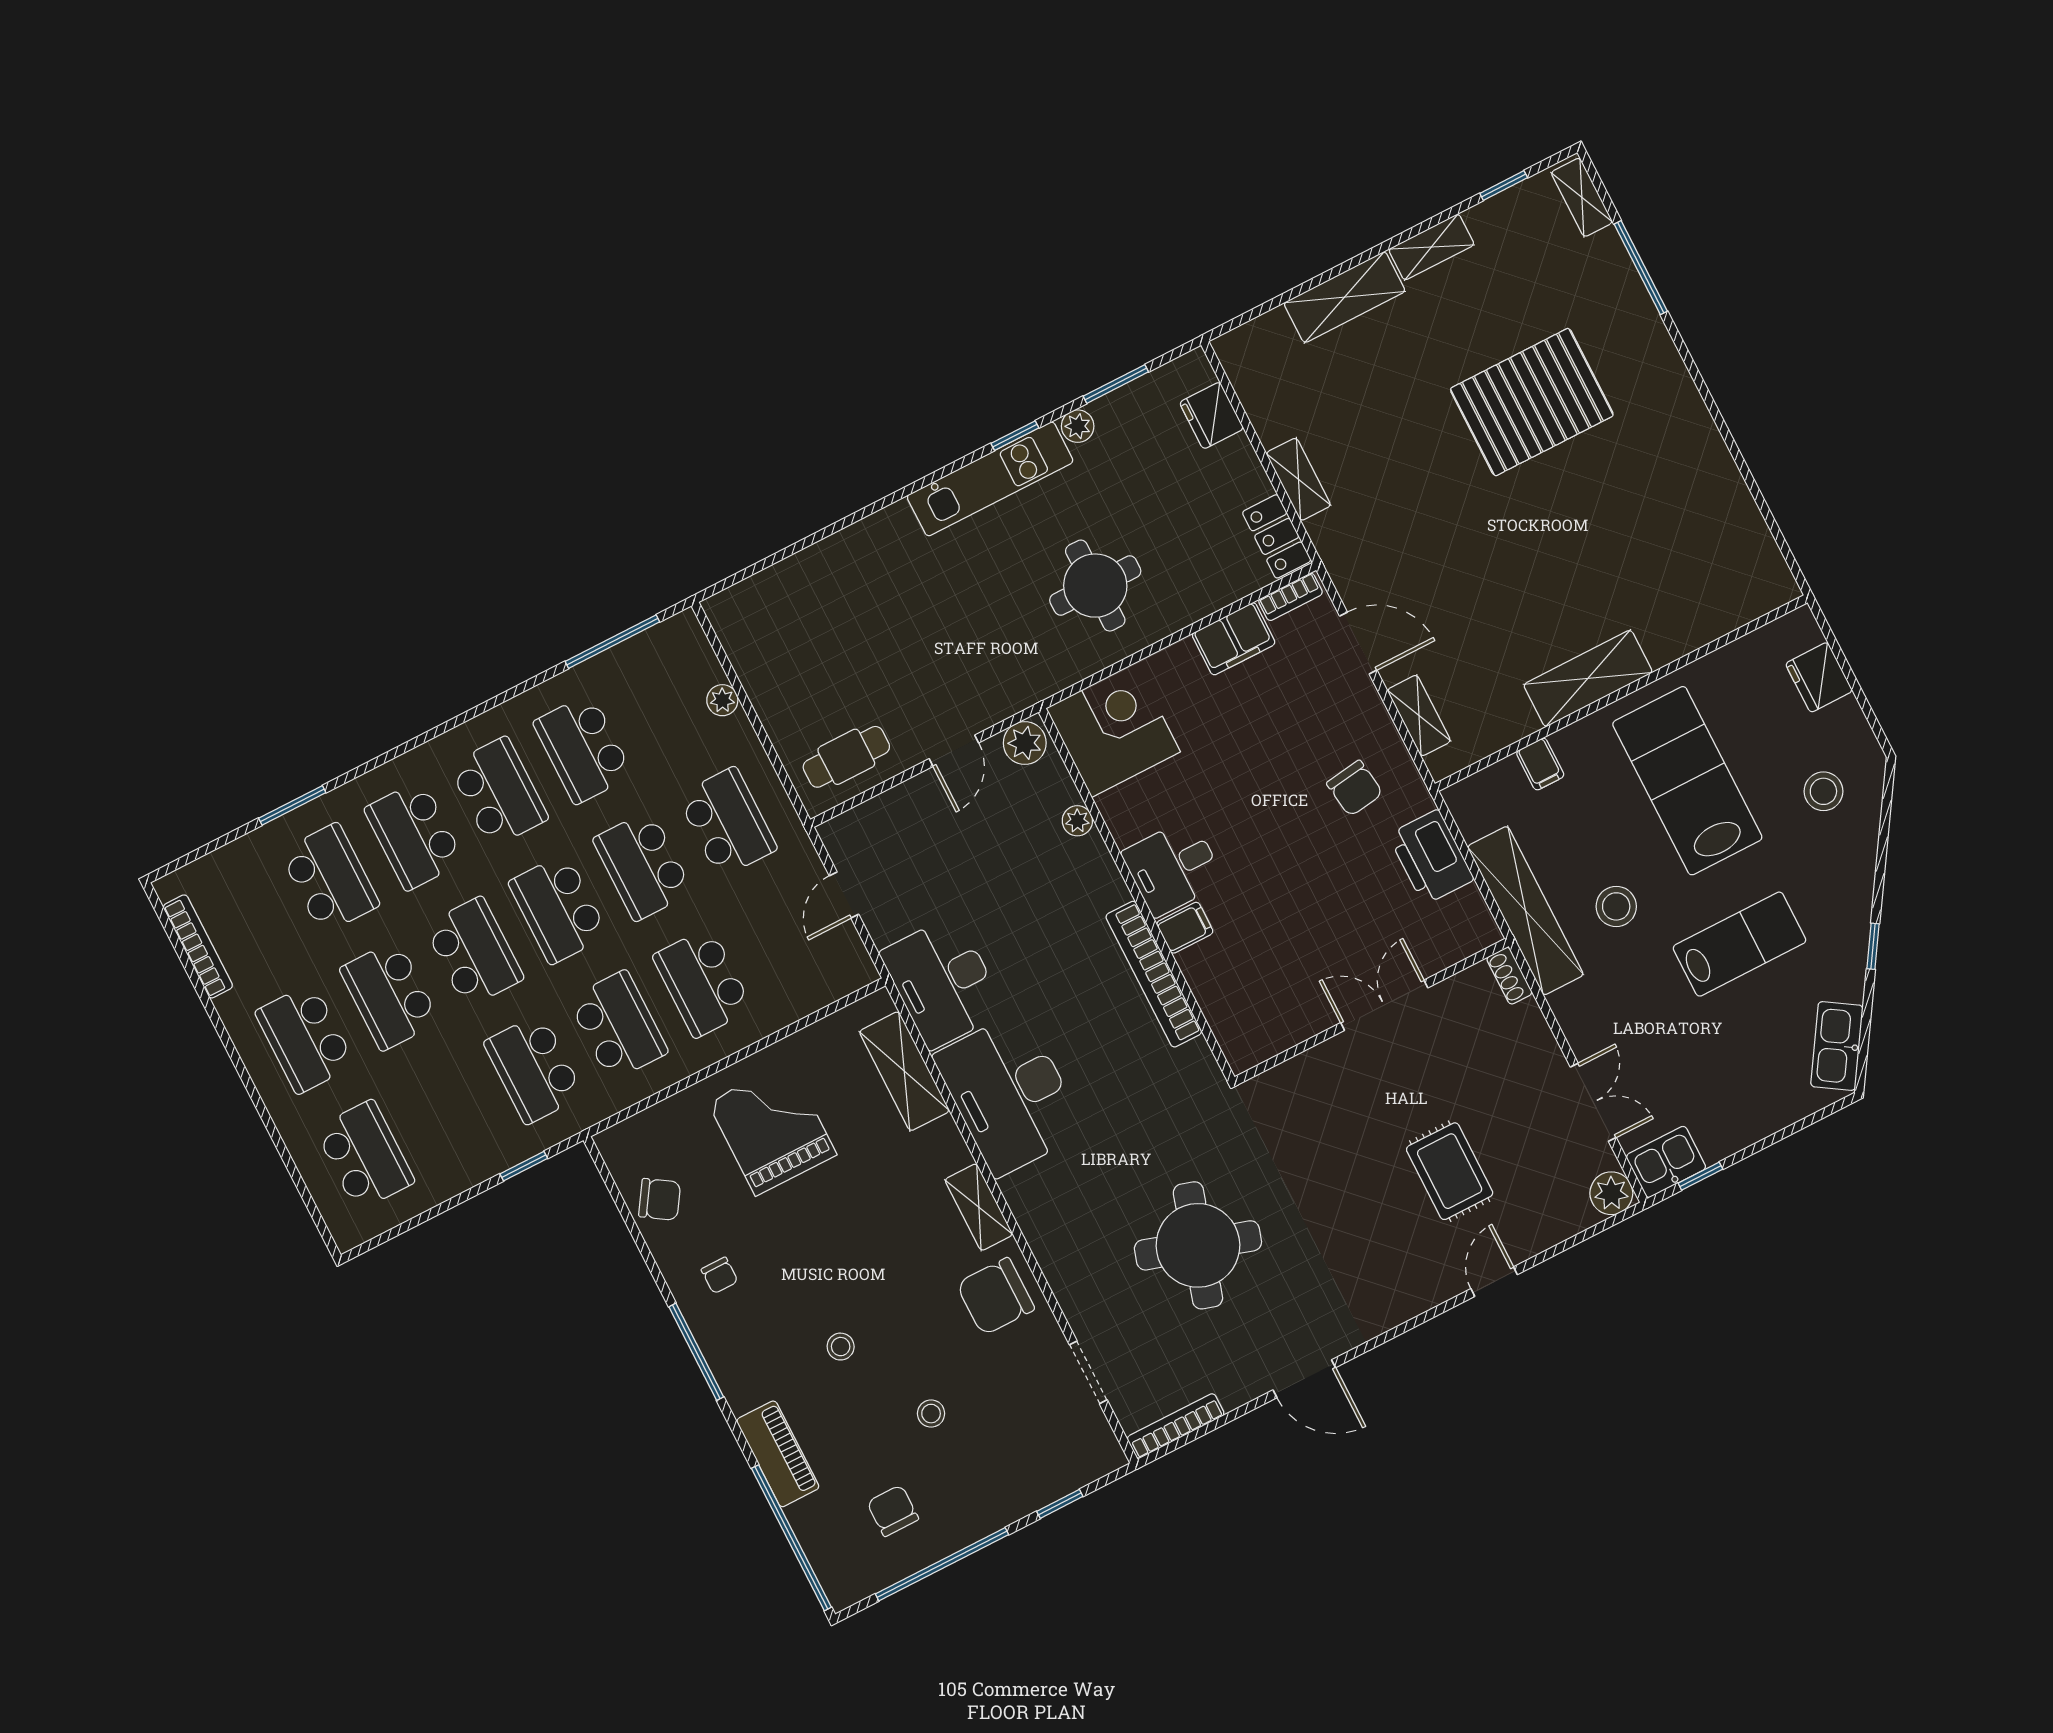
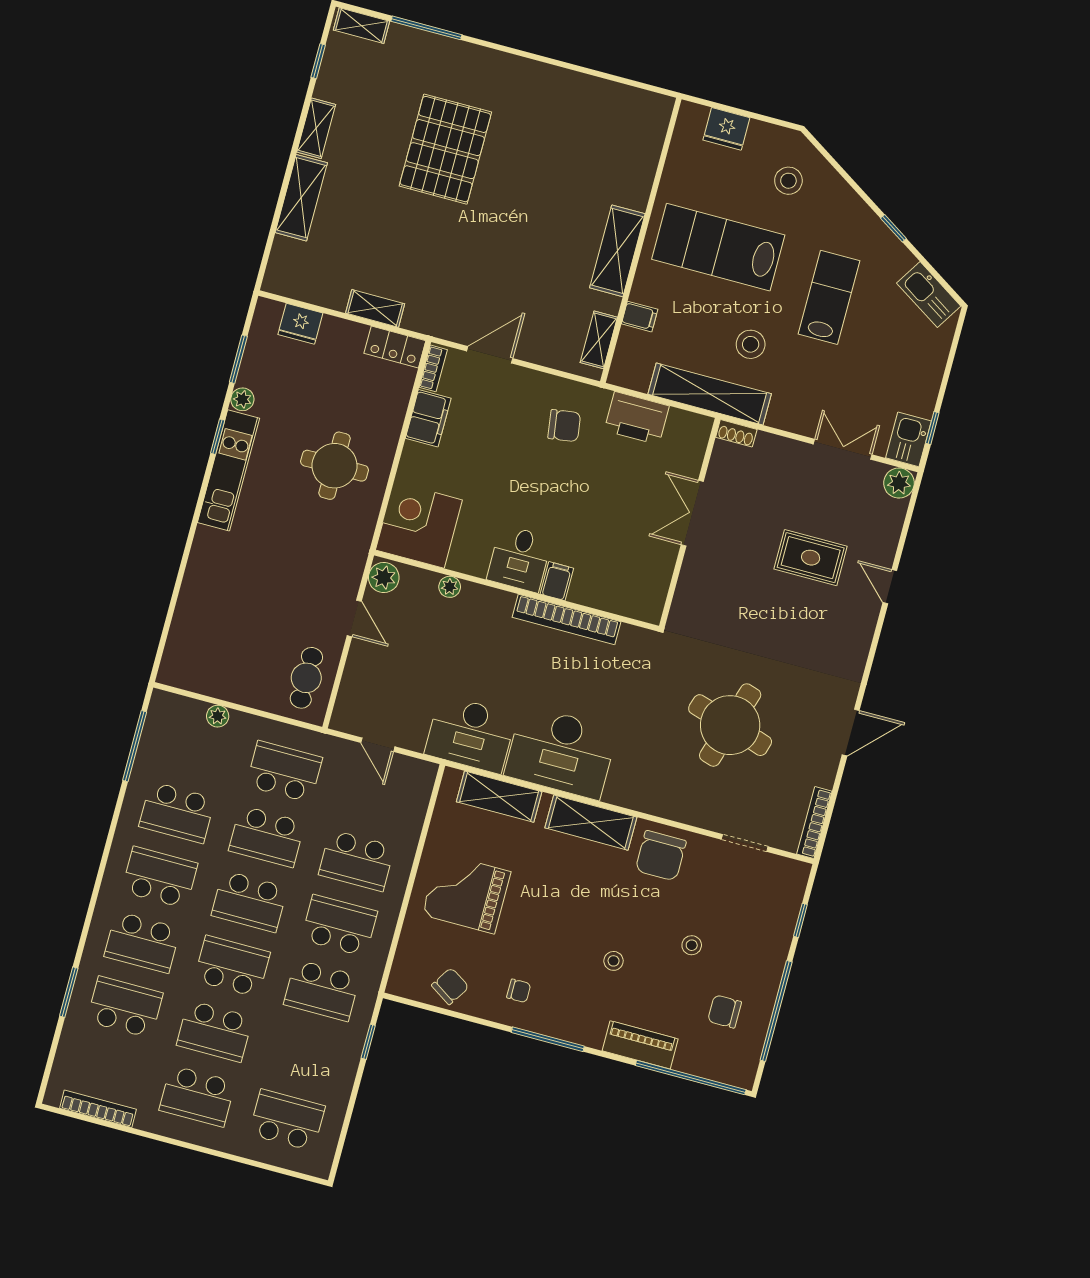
shelving: (1419, 716) -> (599, 340), moved, turned 90
shelving: (979, 1207) -> (591, 823), width x1.50, depth x1.33

